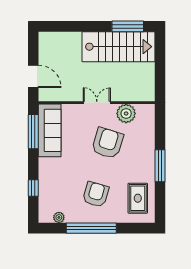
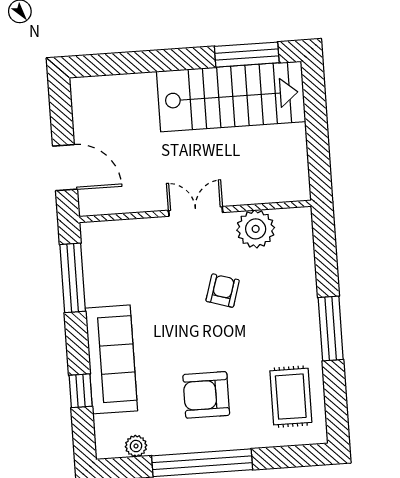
sofa: (50, 130) -> (111, 359), moved
armchair: (108, 143) -> (223, 291), width x0.53, depth x0.53
armchair: (96, 194) -> (206, 395), turned -106

